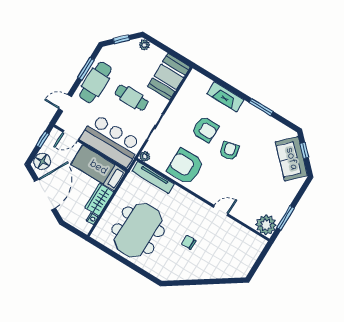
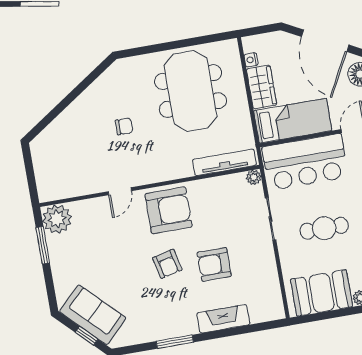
booth: (169, 77) -> (322, 293), moved, turned 90
armchair: (185, 166) -> (169, 210), moved

